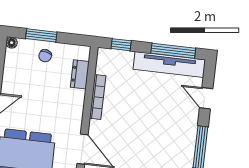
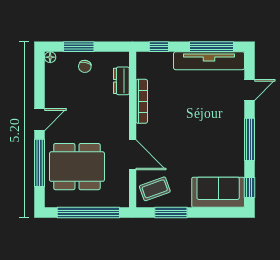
door: (206, 98) -> (249, 90), swing flipped

